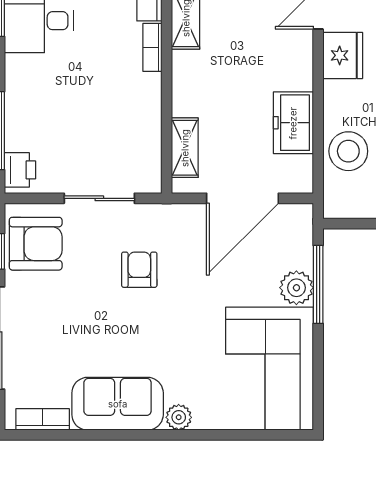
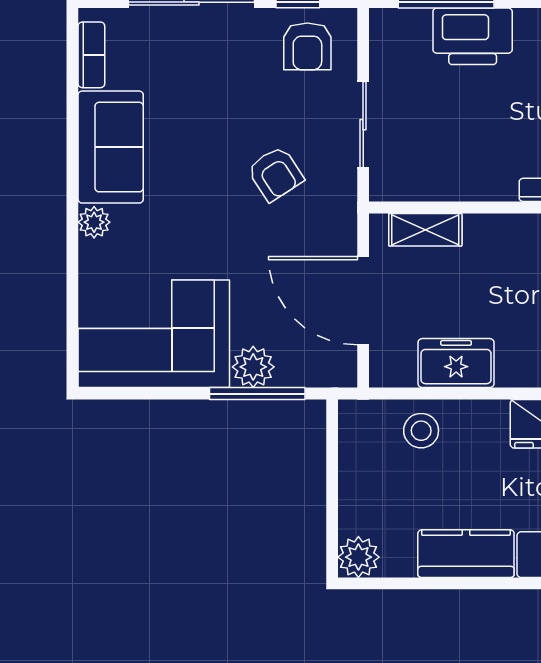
stool: (348, 151) -> (421, 431), width x0.73, depth x0.73
printer: (20, 170) -> (473, 36), moved, width x1.87, depth x1.48
armchair: (36, 244) -> (307, 46), width x0.72, depth x0.72
armchair: (139, 270) -> (275, 174), turned 57

